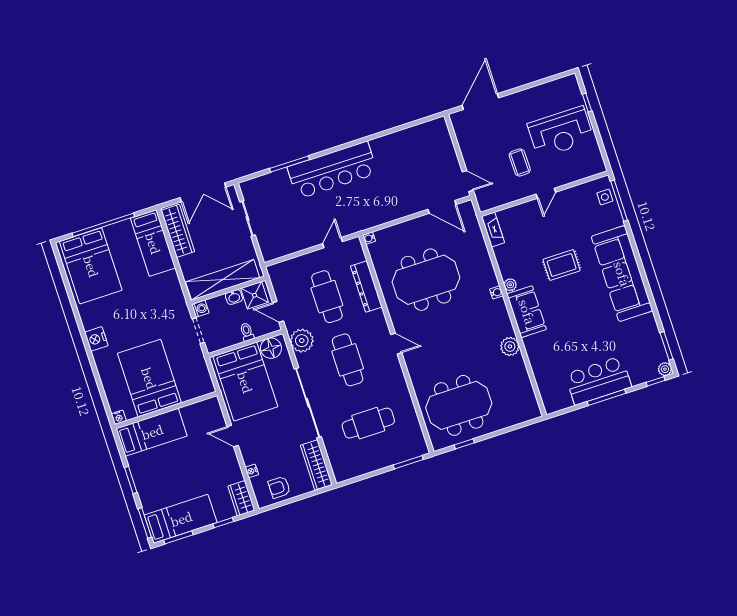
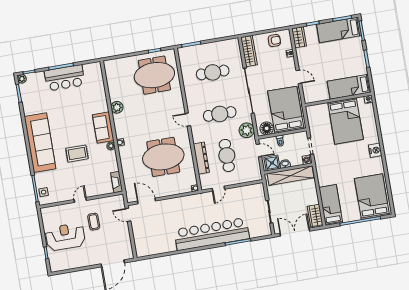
bar counter: (332, 170) -> (212, 234), width x1.36
wardrobe: (178, 231) -> (315, 216), width x0.67
cafe table: (348, 360) -> (220, 114), turned 90

